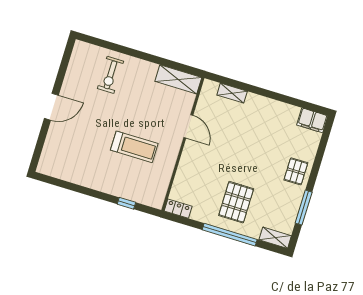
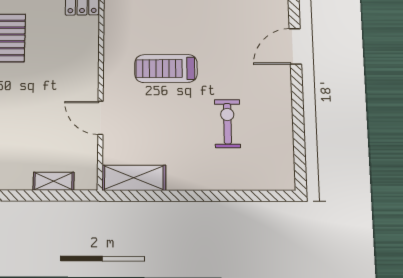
exercise bike: (110, 75) -> (227, 124), moved
door: (51, 107) -> (295, 46), moved

